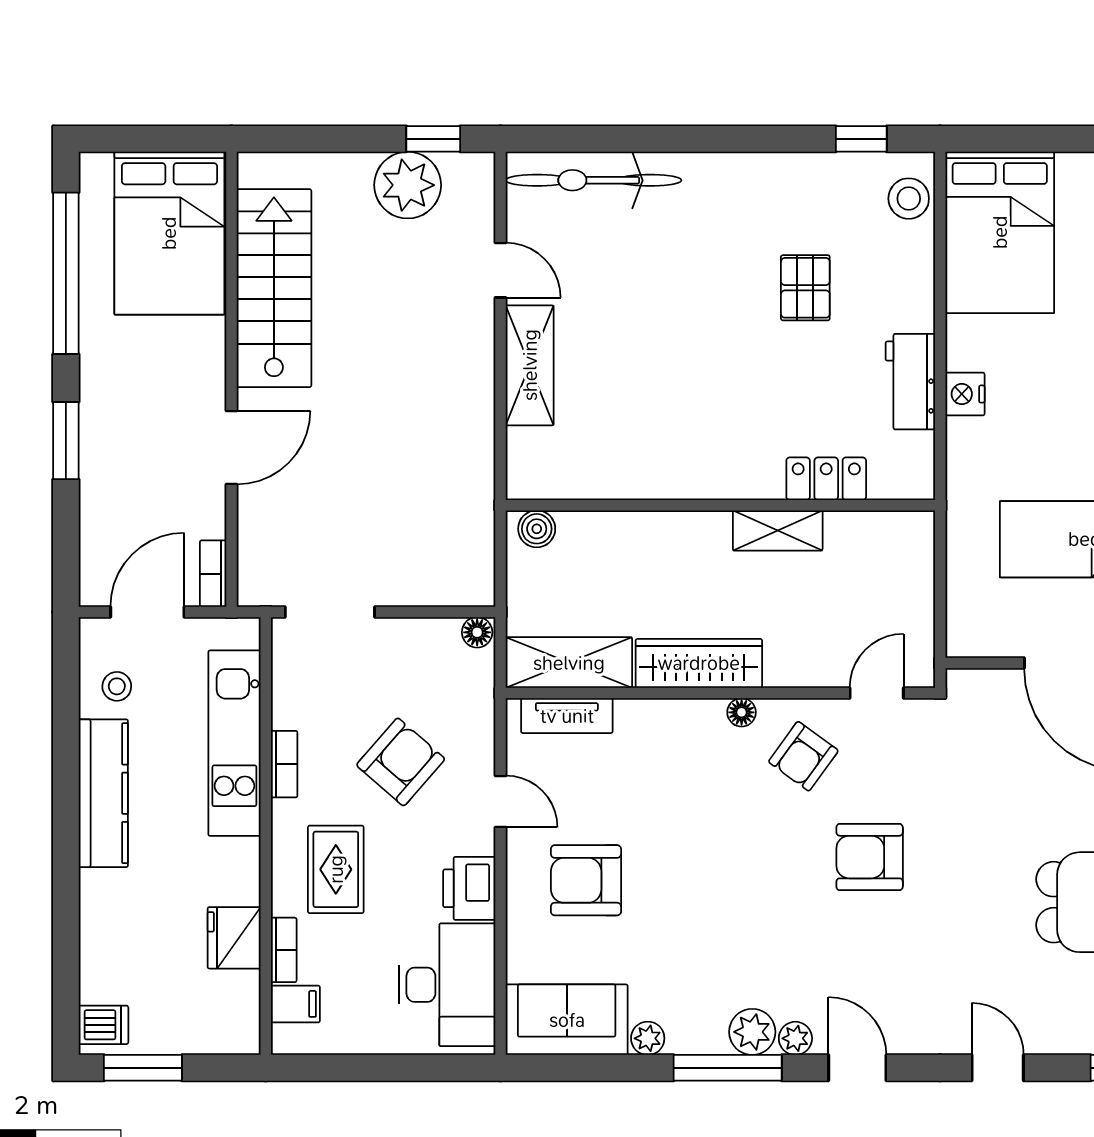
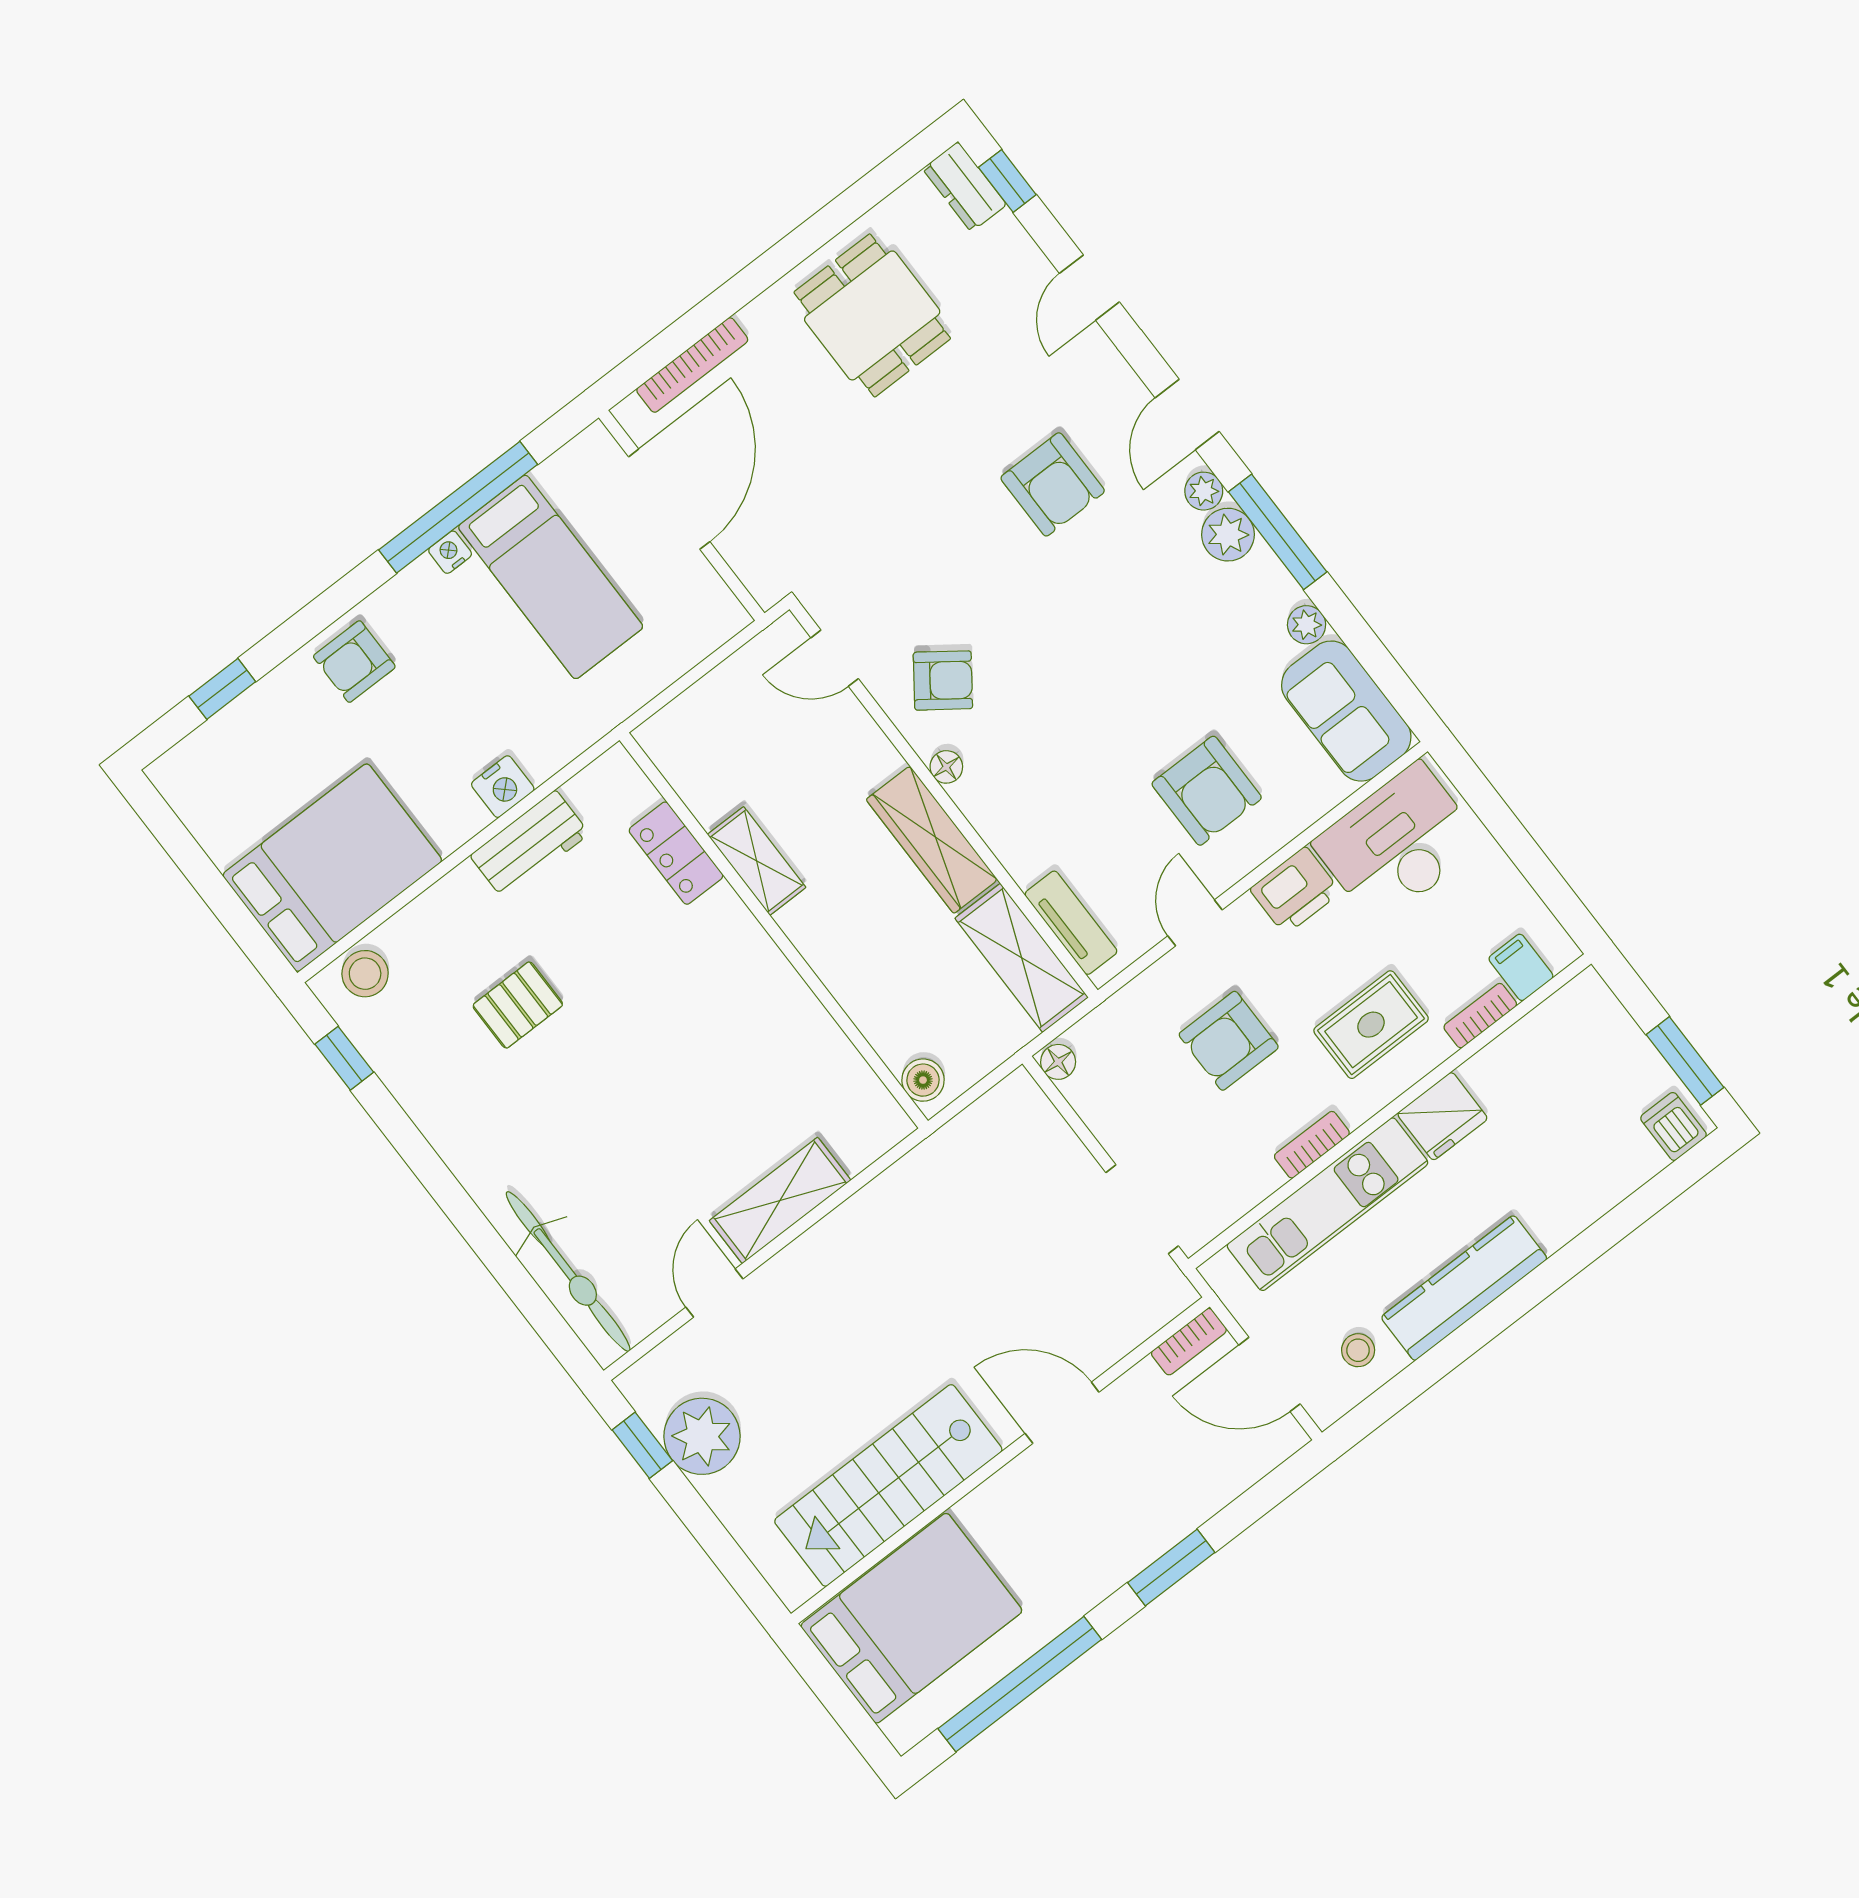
armchair: (401, 762) -> (1229, 1041), turned -41
armchair: (870, 857) -> (1053, 484), moved
fridge: (234, 938) -> (1442, 1116), moved

